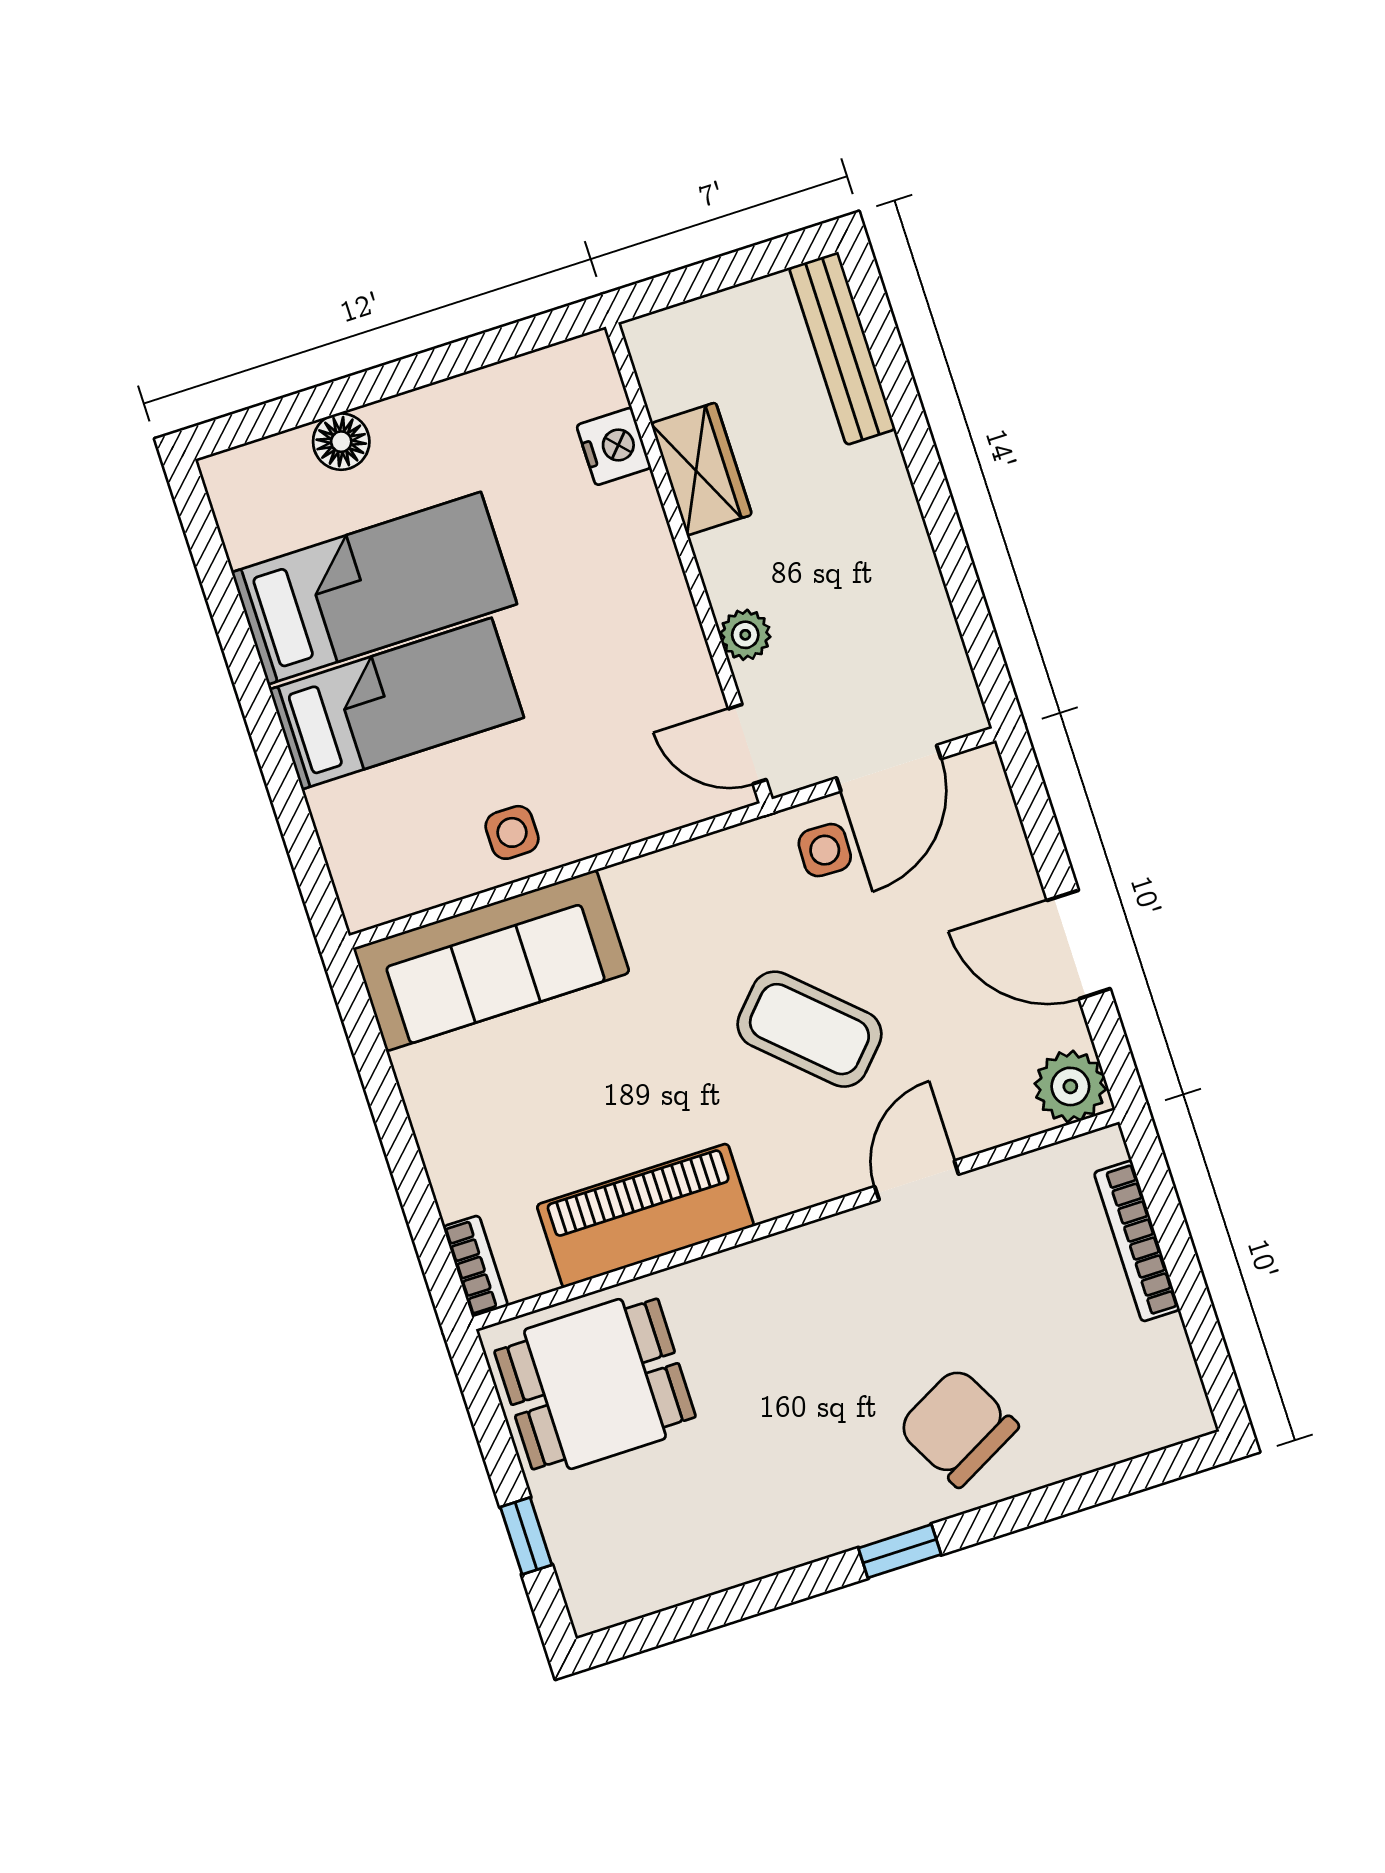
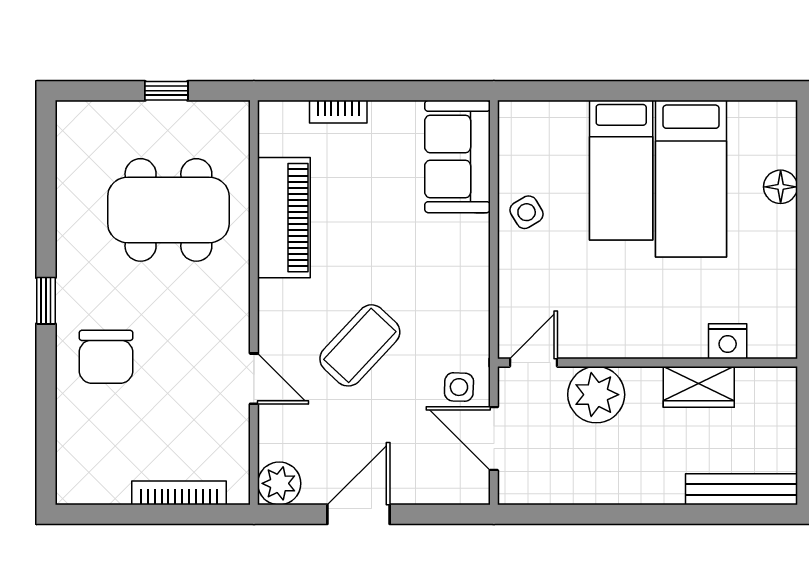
plant: (745, 635) -> (596, 395), width x1.87, depth x1.87
side table: (512, 832) -> (527, 212), turned -31
sofa: (491, 960) -> (457, 156), width x0.73
bookcase: (475, 1266) -> (338, 112), moved
dining table: (595, 1384) -> (168, 210), moved, width x1.37
chair: (958, 1427) -> (106, 357), turned 118
window: (526, 1536) -> (166, 91), moved

